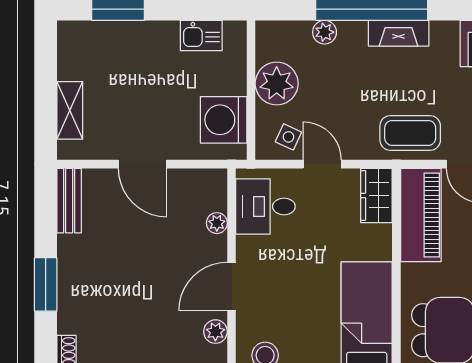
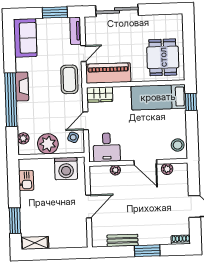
plant: (325, 32) -> (23, 138), moved
shelving: (70, 110) -> (35, 243), moved
bench: (69, 201) -> (122, 240), moved

